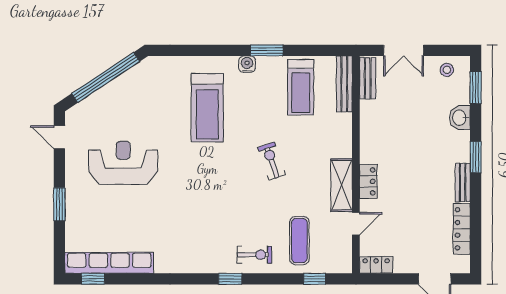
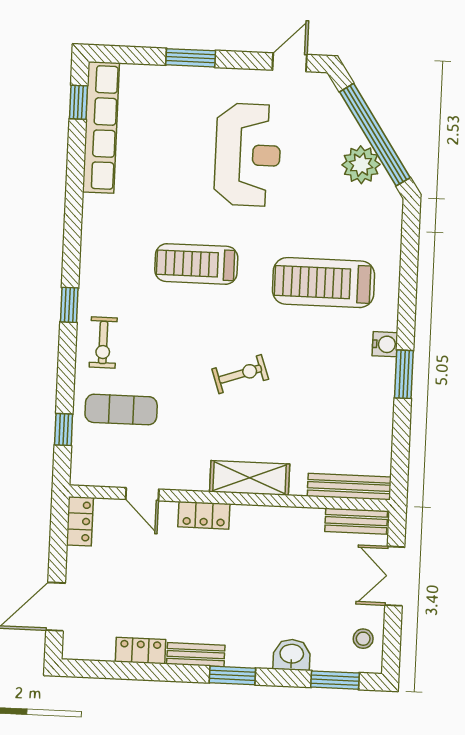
plant: (126, 86) -> (361, 165), added
treadmill: (301, 87) -> (196, 264), moved
shelving: (342, 185) -> (250, 478), moved
locker: (462, 229) -> (140, 651), width x0.66

